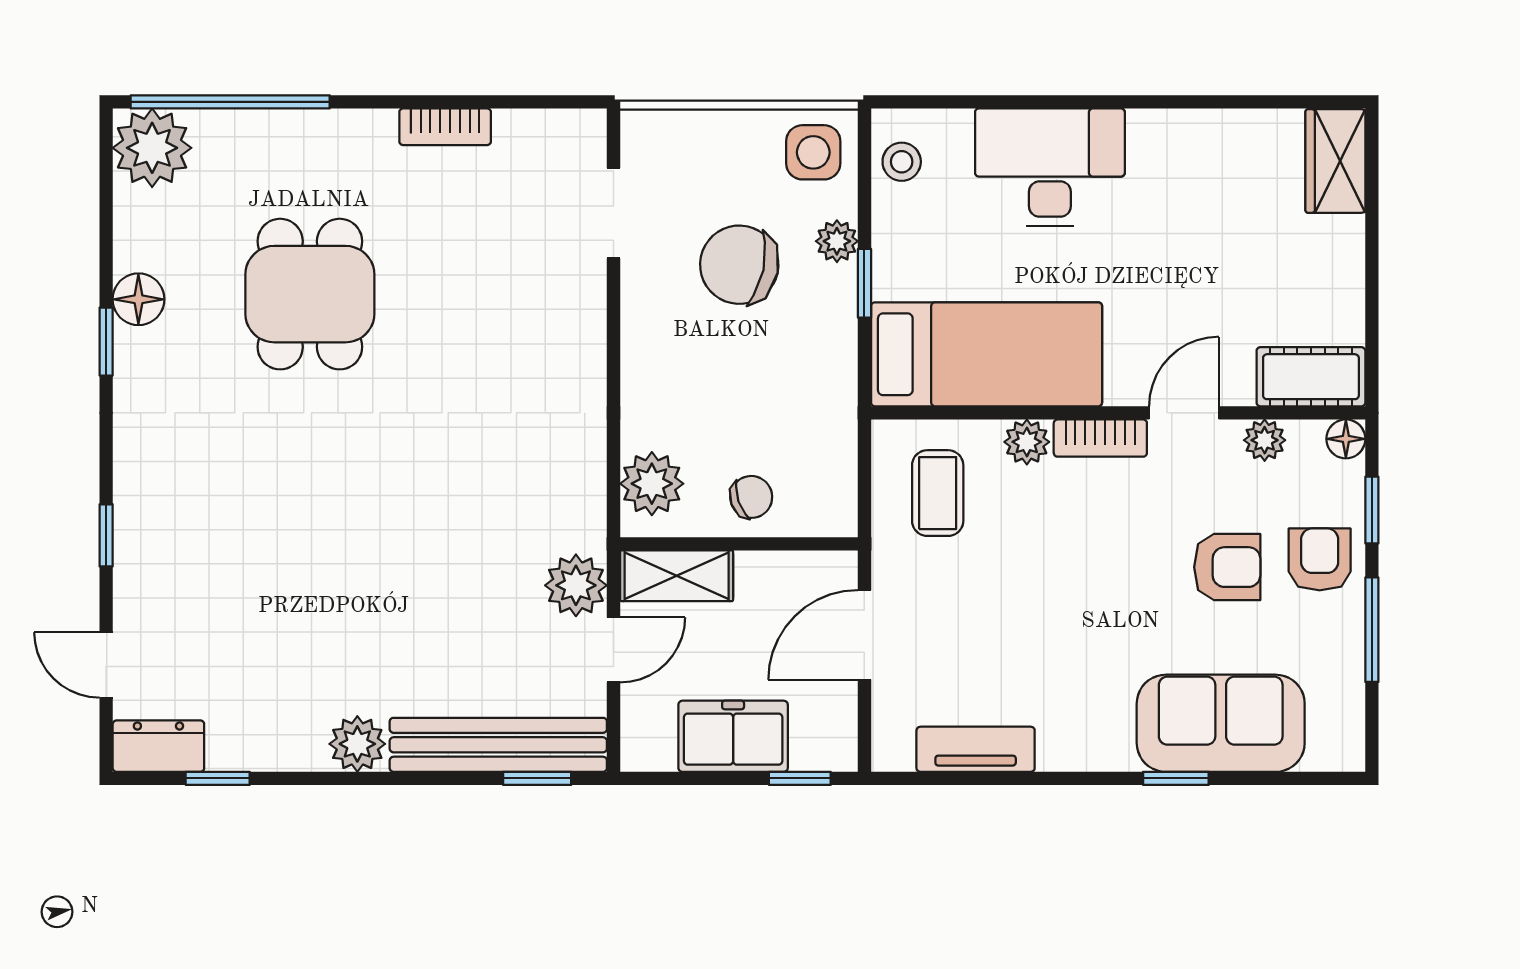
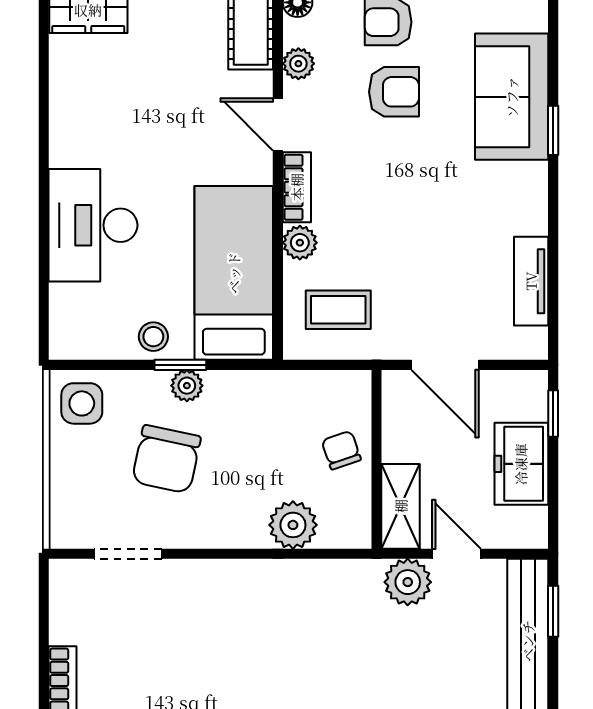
stool: (902, 162) -> (153, 337), moved
plant: (837, 241) -> (187, 386), moved
plant: (652, 484) -> (293, 525), moved
armchair: (1227, 567) -> (394, 92), turned 90

